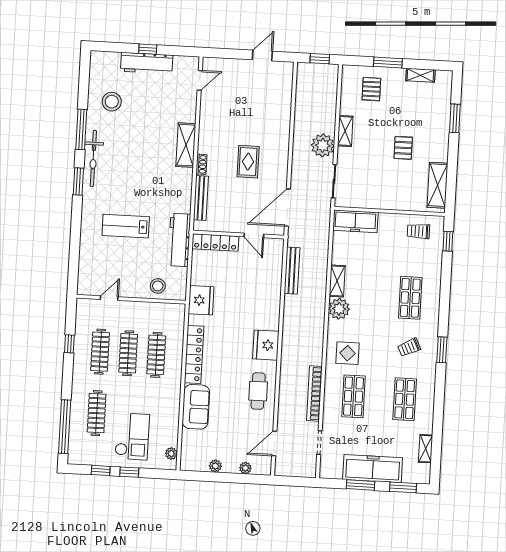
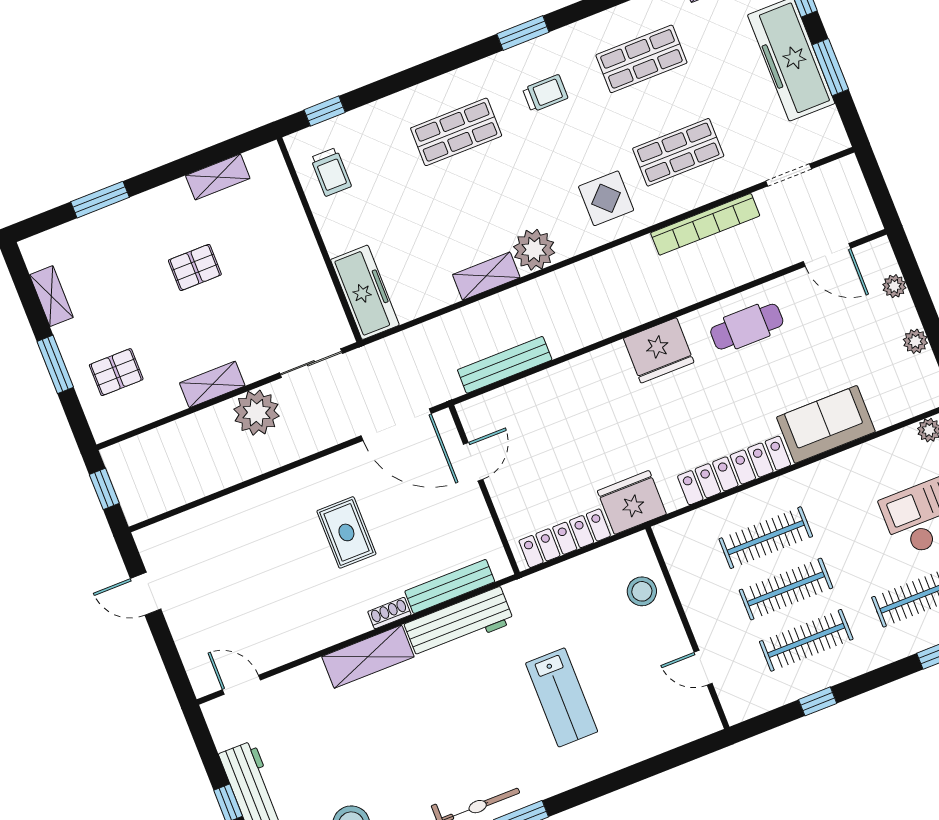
rug: (248, 162) -> (346, 532), turned 90
shelving: (438, 185) -> (218, 177), width x0.67, depth x0.75
workbench: (179, 240) -> (459, 623), moved
locker: (215, 242) -> (565, 538), moved, turned -90
trolley: (409, 347) -> (545, 93), turned -64

